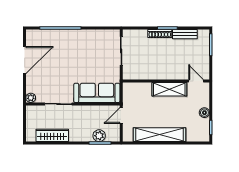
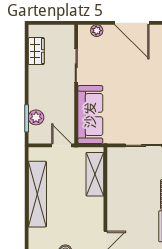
shelving: (169, 89) -> (95, 174), moved
plant: (31, 98) -> (97, 31), moved
wardrobe: (52, 135) -> (36, 51), width x0.67

